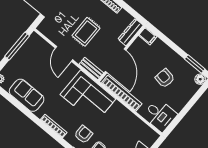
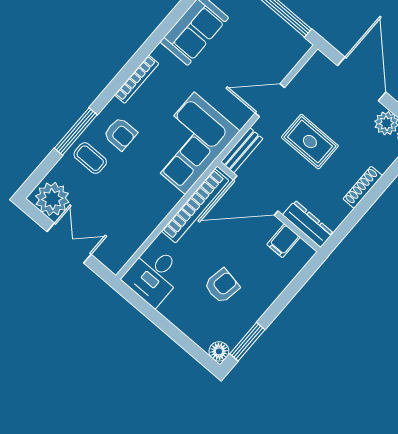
filing cabinet: (148, 36) -> (283, 241), moved

